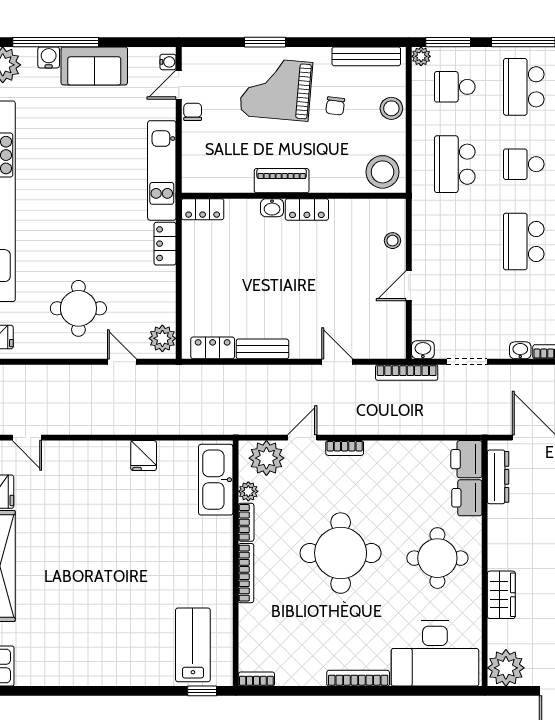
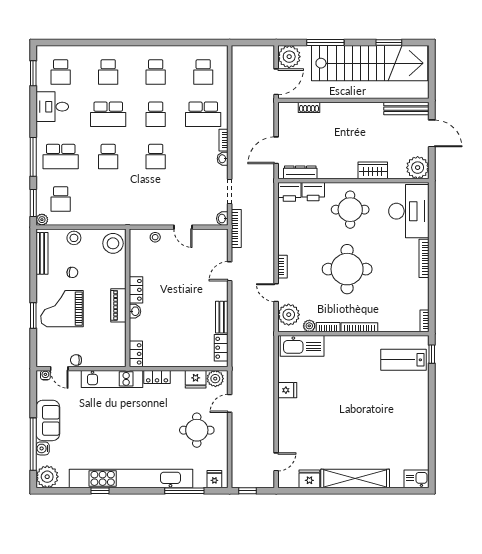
grand piano: (276, 89) -> (62, 309), turned 85
school desk: (455, 164) -> (108, 199), removed
school desk: (524, 242) -> (156, 157), width x0.54
fridge: (161, 306) -> (196, 379), added

